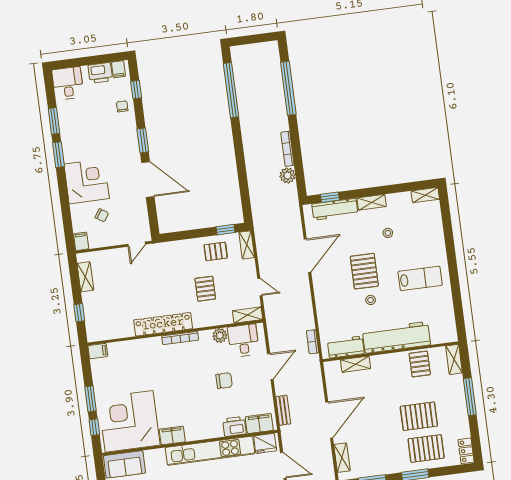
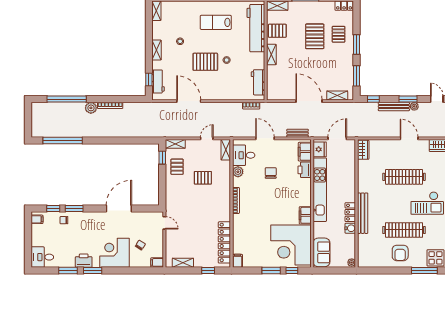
printer: (100, 73) -> (84, 261), moved, turned -90
window: (143, 140) -> (74, 209), moved
plant: (288, 175) -> (91, 108), moved
workbench: (335, 209) -> (158, 81), width x0.73
lab bench: (420, 278) -> (216, 22), turned -90
locker: (163, 324) -> (224, 242), moved
workbench: (396, 337) -> (256, 28), moved
shelving: (356, 364) -> (271, 55), moved
pallet: (426, 448) -> (339, 34), width x0.67, depth x0.71

